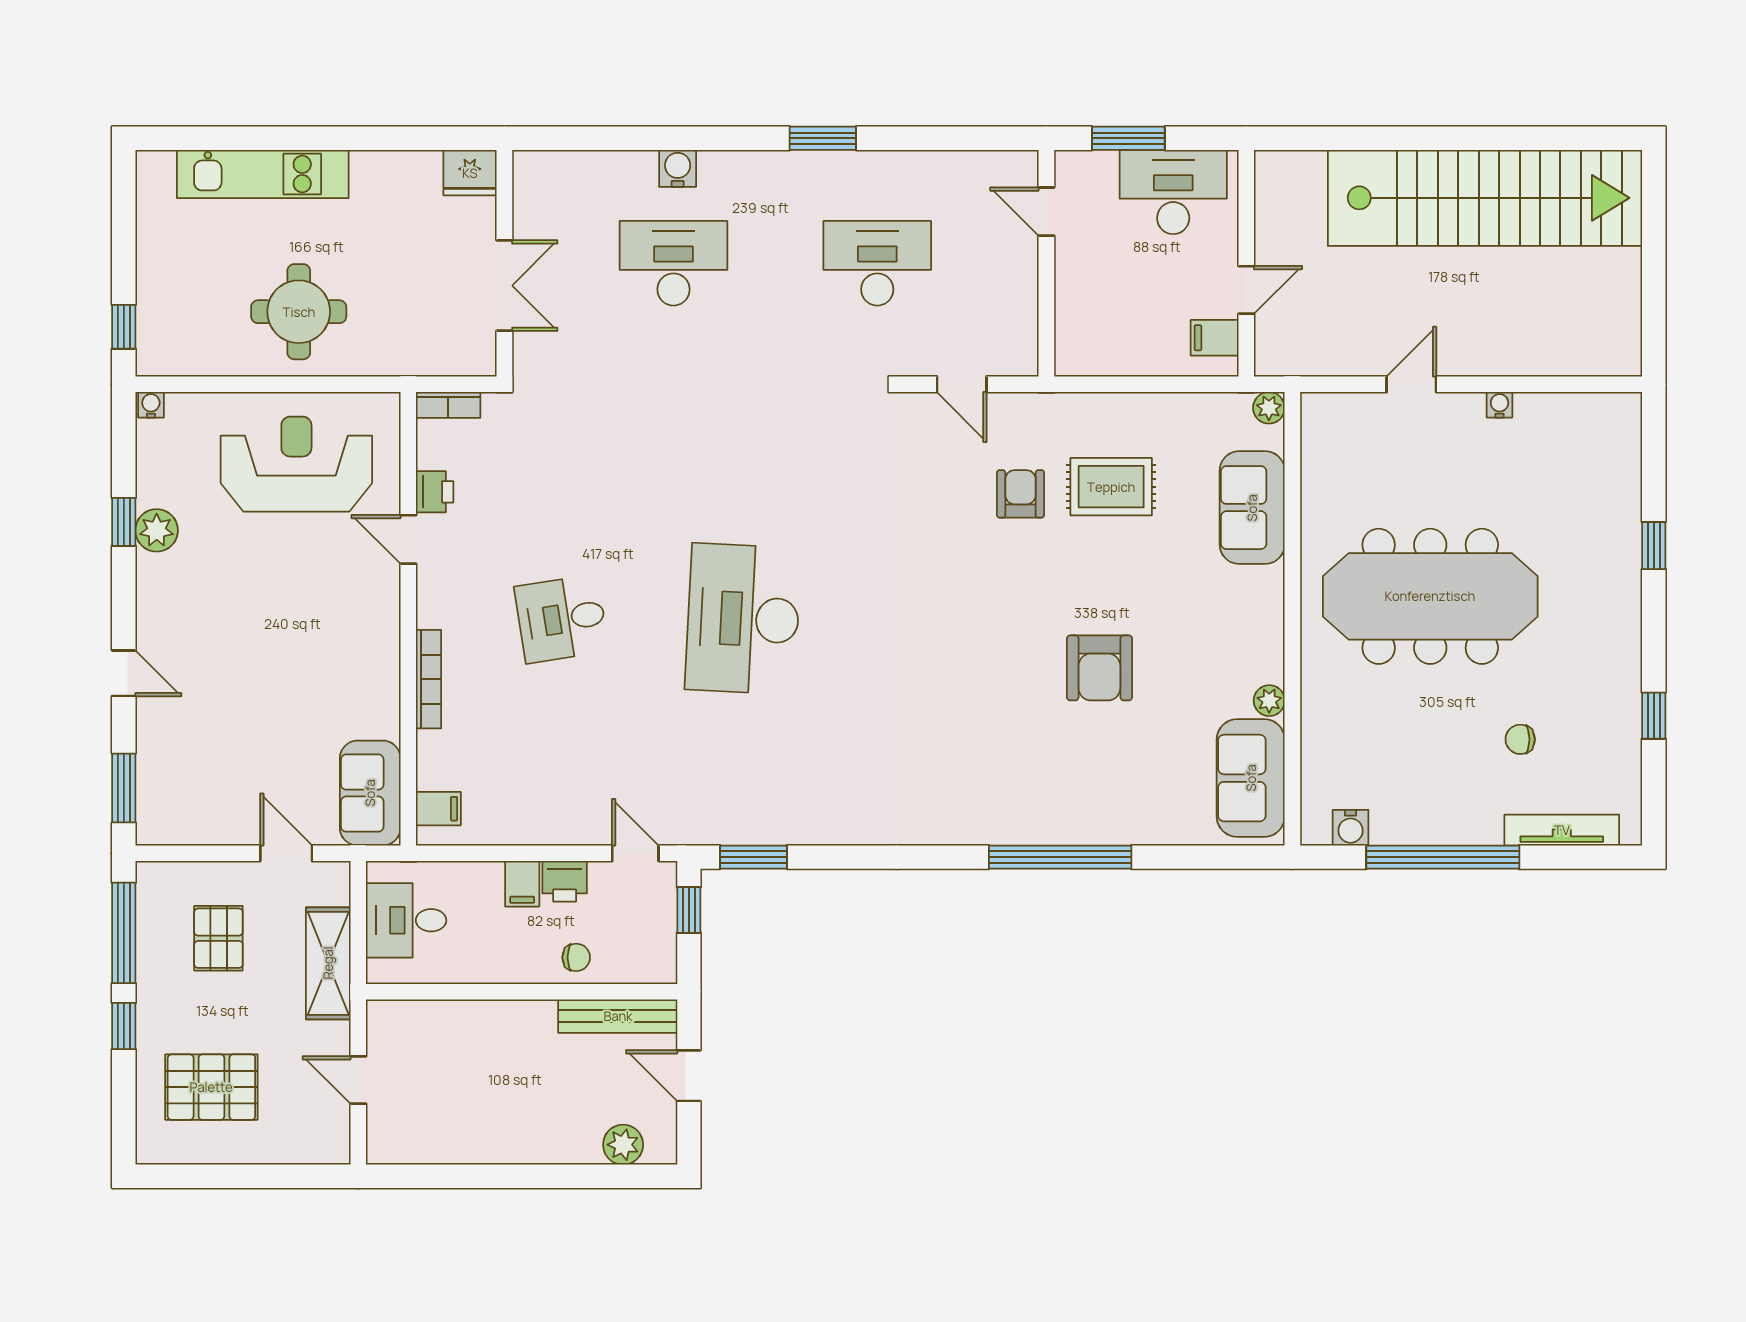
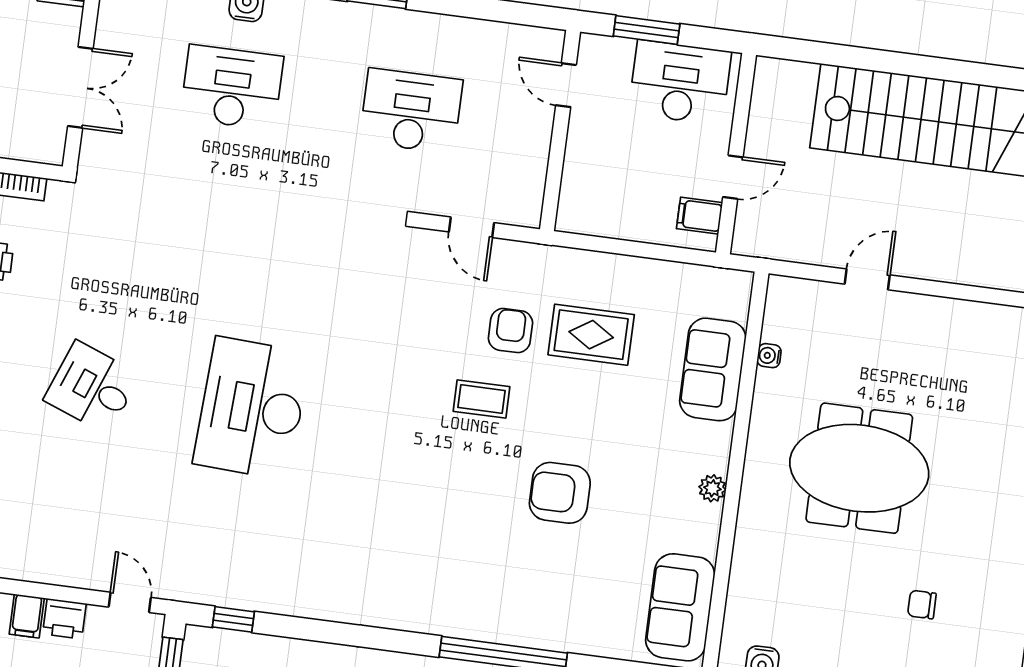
water cooler: (1500, 405) -> (769, 356), moved, turned -90
plant: (1269, 408) -> (739, 284), removed
coffee table: (998, 575) -> (481, 399), added
meeting table: (1430, 596) -> (859, 468), width x0.73
desk: (562, 619) -> (92, 387), turned 30
armchair: (1099, 668) -> (560, 493), turned 90
plant: (1269, 701) -> (712, 488), moved
window: (753, 857) -> (233, 619), width x0.67

